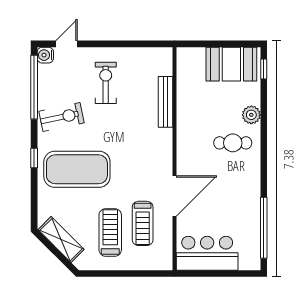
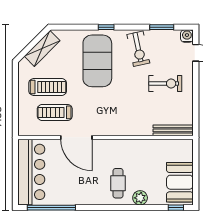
window: (34, 87) -> (162, 27), width x0.47
bench: (165, 102) -> (173, 130), moved
bar counter: (207, 253) -> (31, 172), width x1.36

